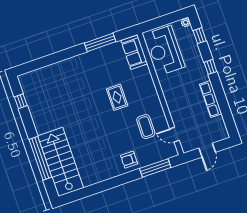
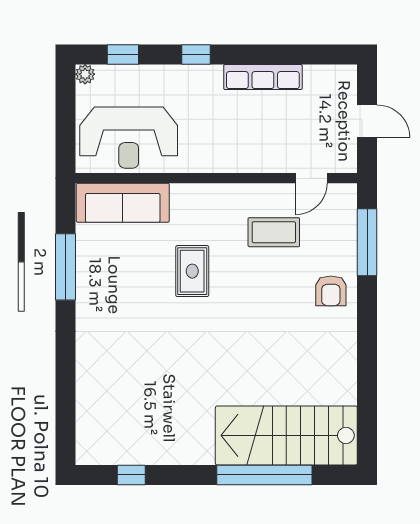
sofa: (134, 52) -> (123, 203), width x1.36
rug: (117, 97) -> (192, 271), turned 90

